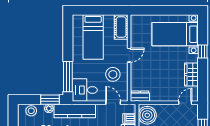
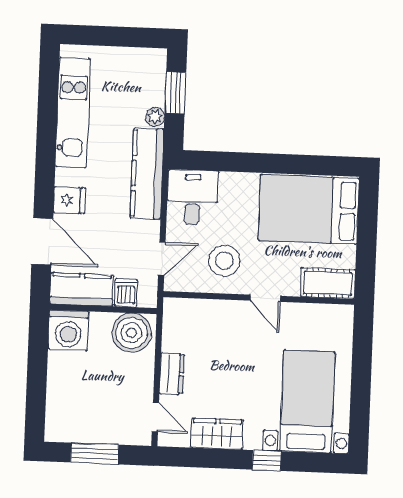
bed: (93, 37) -> (309, 209), width x1.50
window: (68, 77) -> (223, 162), removed
dresser: (140, 96) -> (172, 374), moved
window: (50, 100) -> (175, 93), moved
stool: (31, 111) -> (151, 78), removed

